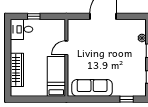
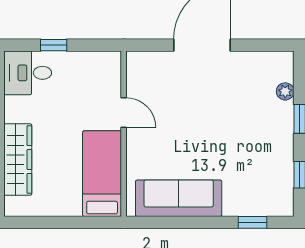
door: (66, 48) -> (124, 113), swing flipped

